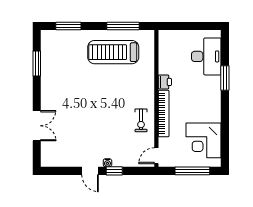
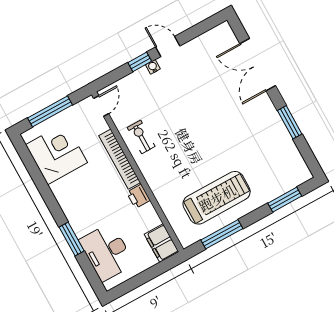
filing cabinet: (167, 42) -> (162, 243), added
window: (37, 64) -> (290, 122), moved
double door: (37, 126) -> (258, 65), width x1.37

